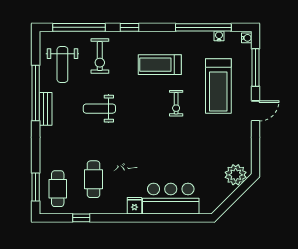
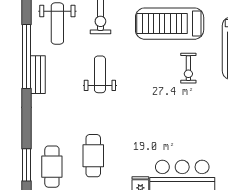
treadmill: (160, 65) -> (170, 24), width x1.37, depth x1.38
weight bench: (99, 109) -> (100, 74), turned 90

